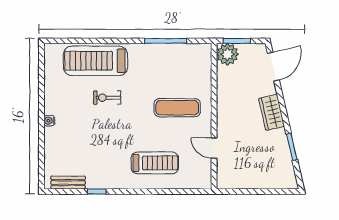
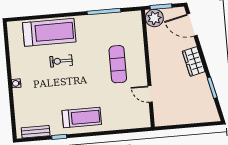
treadmill: (95, 61) -> (49, 32), turned 180
door: (273, 67) -> (192, 25), swing flipped
exercise mat: (177, 108) -> (118, 64), turned 90
treadmill: (155, 163) -> (82, 117), moved

